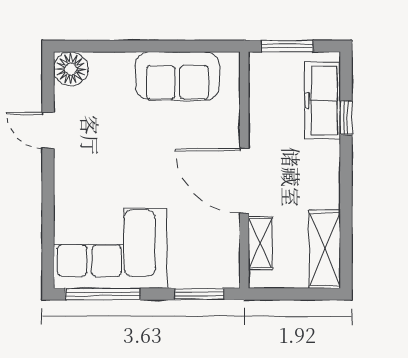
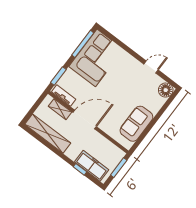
shelving: (325, 249) -> (48, 134), width x1.47
tv unit: (229, 256) -> (64, 96), added

